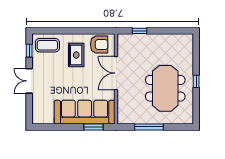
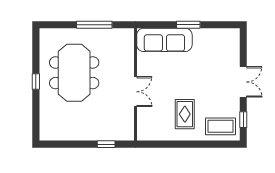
armchair: (99, 45) -> (156, 127), removed
double door: (116, 73) -> (135, 92), width x0.73
sofa: (85, 112) -> (164, 40), width x0.74, depth x0.79
window: (94, 127) -> (188, 25), moved

